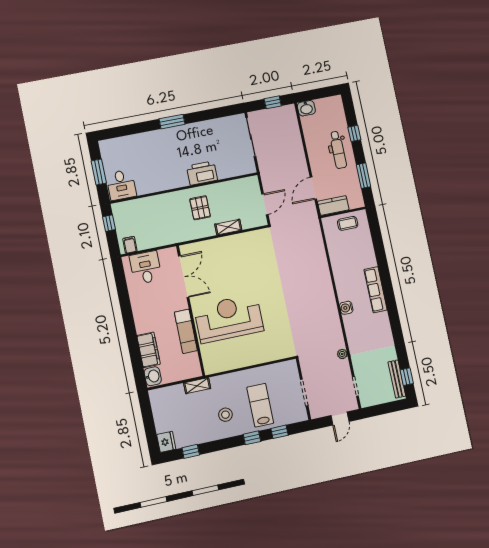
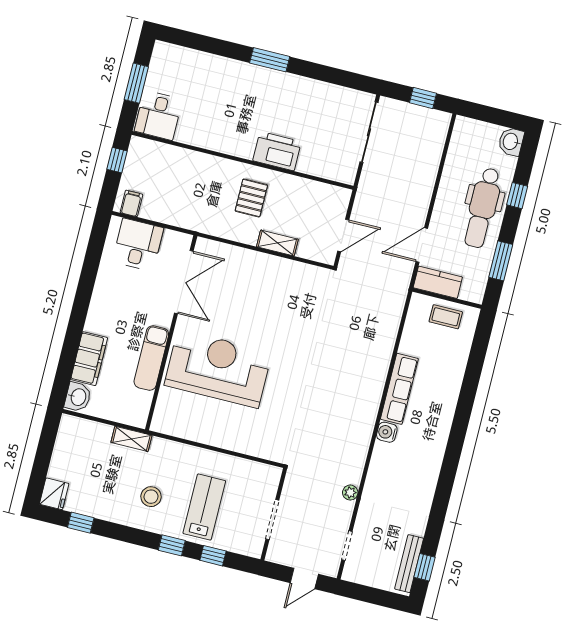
washbasin: (306, 108) -> (511, 142), moved, turned 90
dental chair: (338, 150) -> (483, 208), width x1.36, depth x1.38
row of seats: (376, 290) -> (399, 389), moved, turned 180

